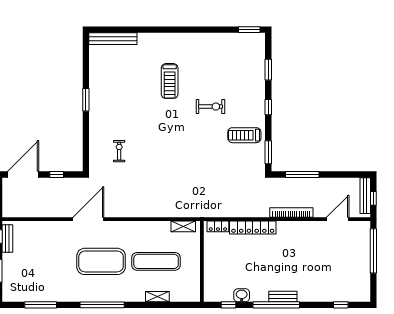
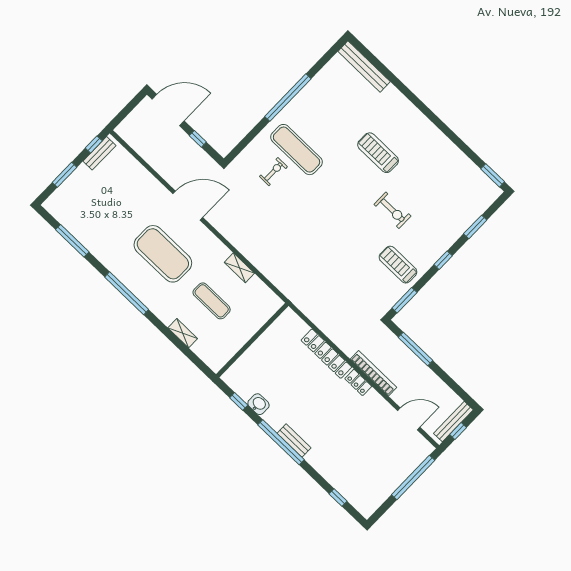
treadmill: (170, 81) -> (378, 153), turned 90
window: (86, 100) -> (288, 98), width x2.11
exercise mat: (120, 125) -> (297, 150), added
shelving: (183, 226) -> (239, 268), moved
locker: (218, 226) -> (358, 382), moved
exercise mat: (156, 261) -> (212, 301), width x0.73, depth x0.69

